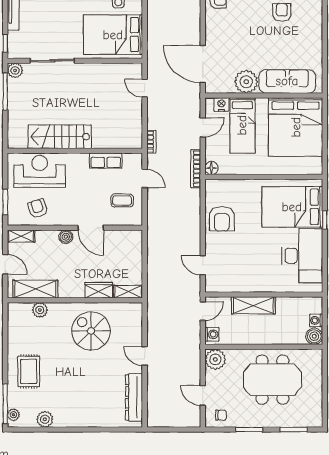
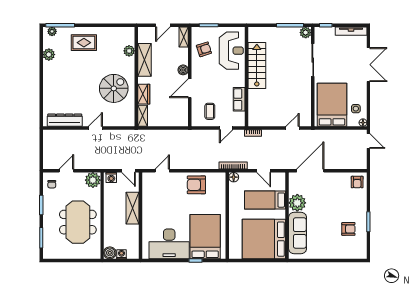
nightstand: (221, 104) -> (280, 185), removed
shelving: (35, 289) -> (145, 60), moved

